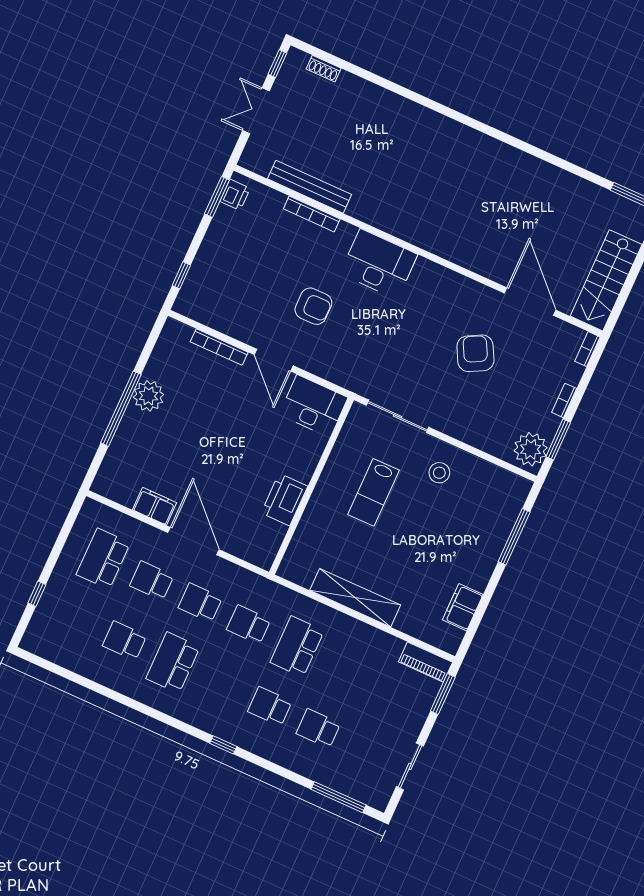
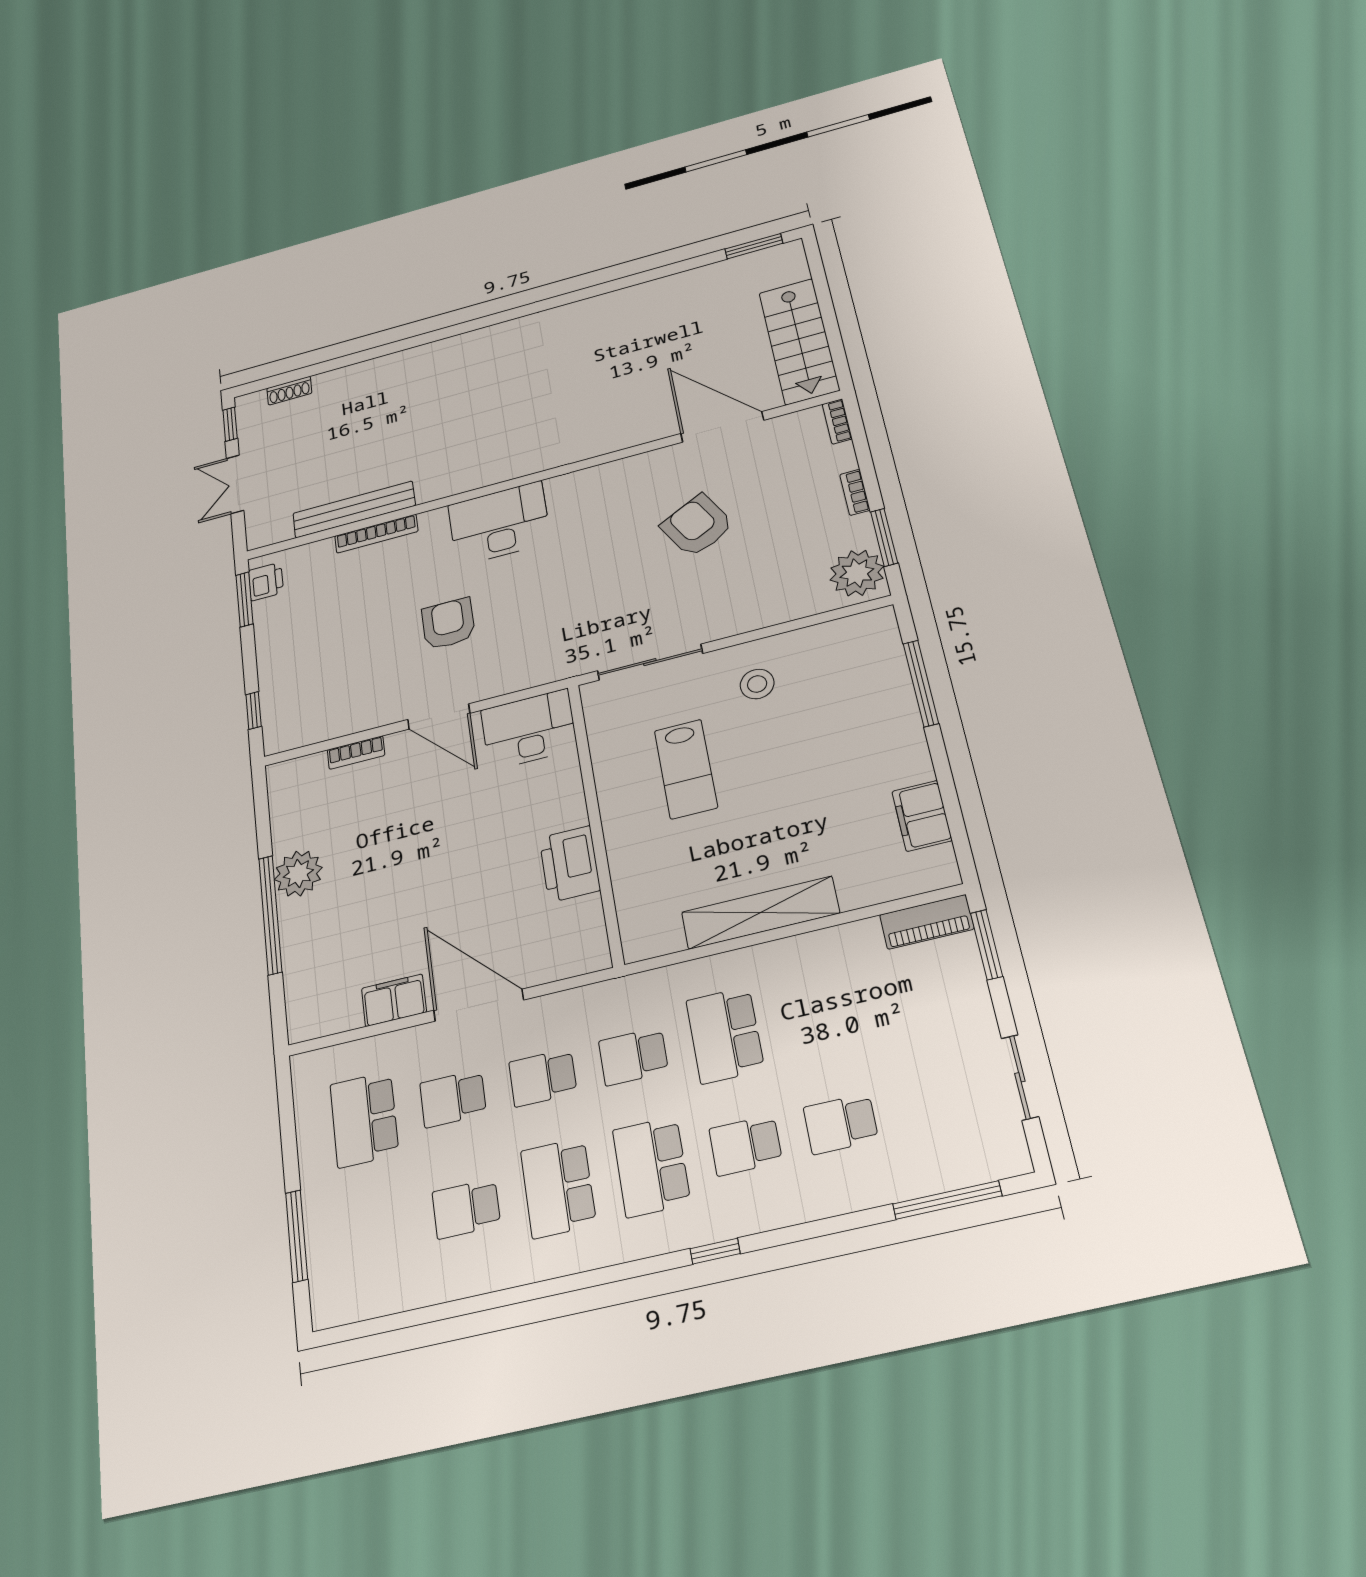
armchair: (313, 306) -> (448, 624), turned -90
bookcase: (219, 347) -> (356, 753), width x0.64
window: (37, 594) -> (297, 1236), width x2.17
school desk: (221, 685) -> (651, 1167), added

